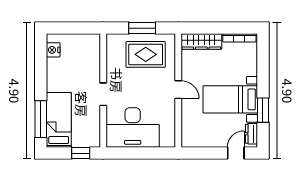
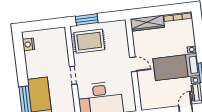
window: (142, 28) -> (87, 19), moved
rug: (146, 54) -> (89, 41), moved

